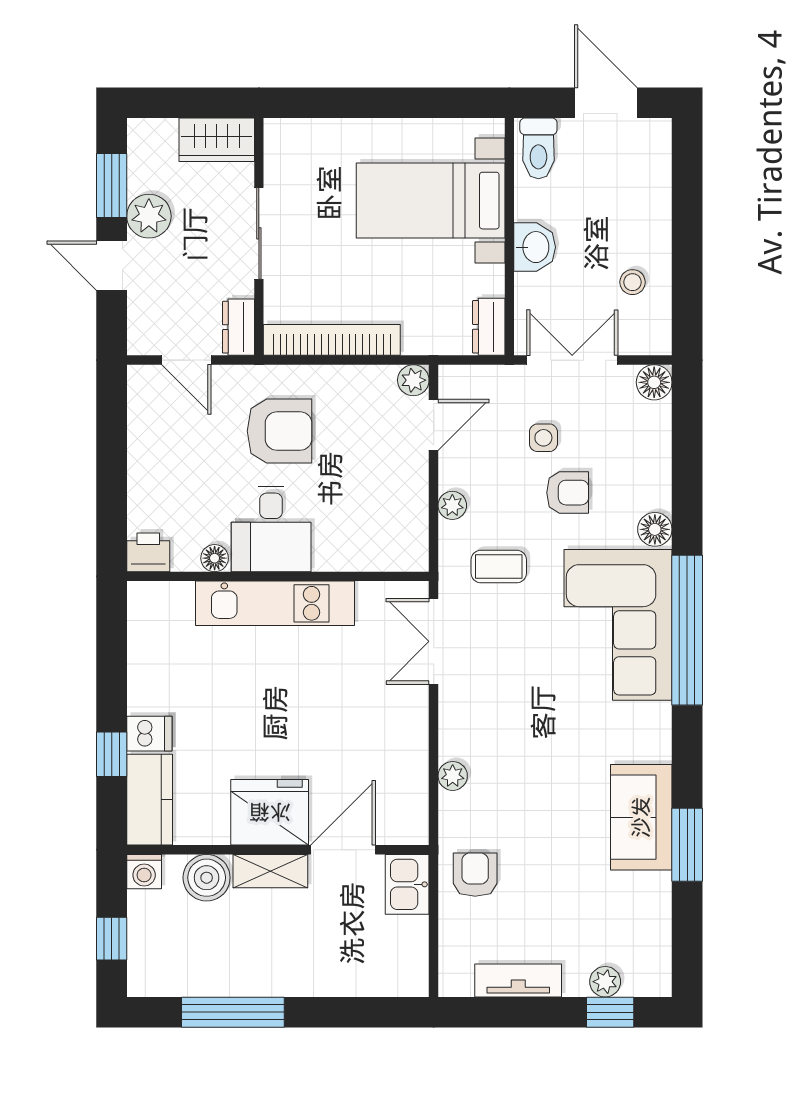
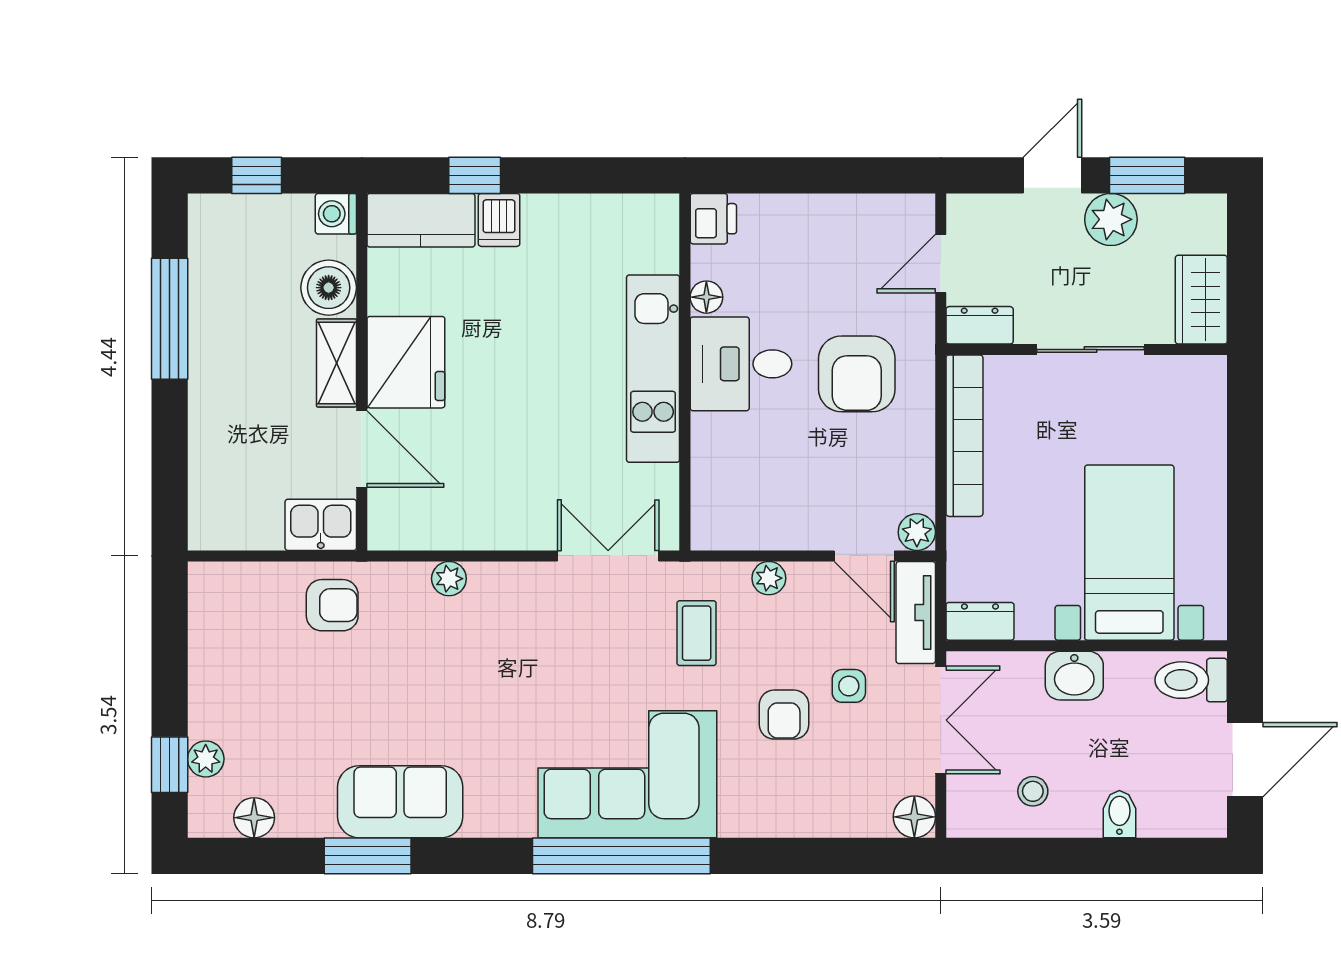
bidet: (652, 209) -> (1119, 814), added
floor lamp: (655, 529) -> (254, 818), moved
tv unit: (518, 980) -> (916, 613), moved, turned 180

